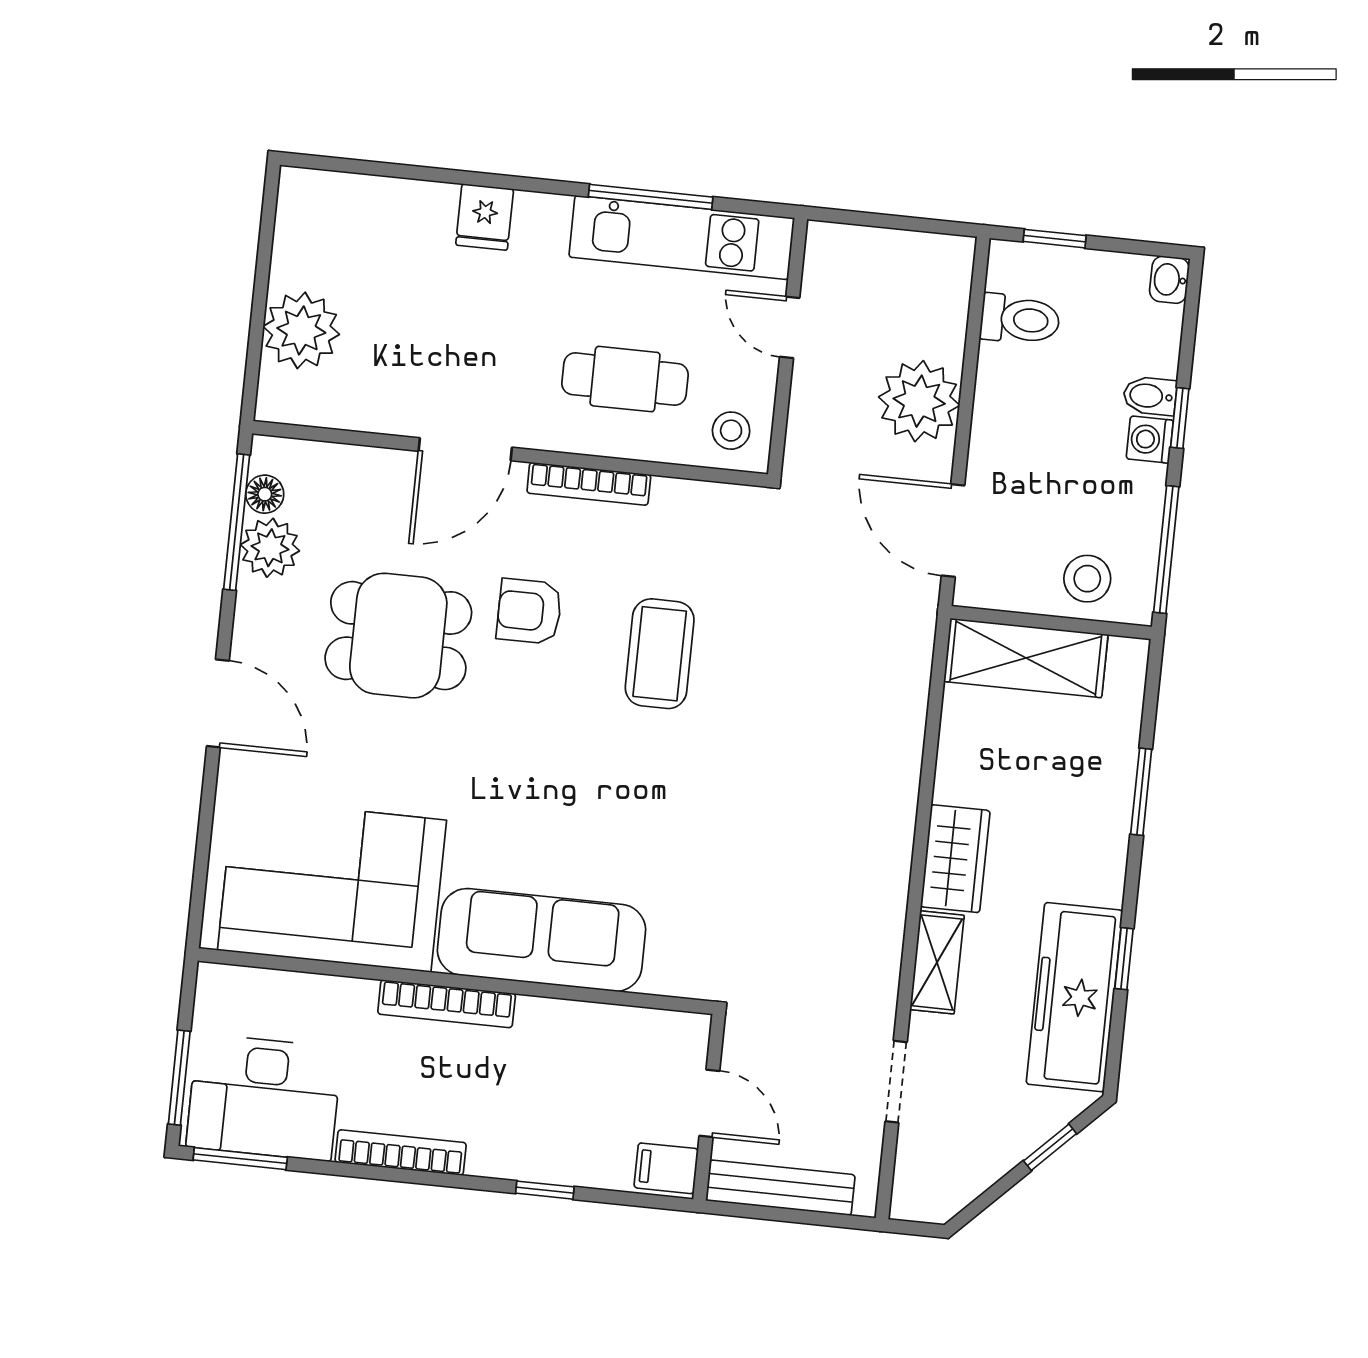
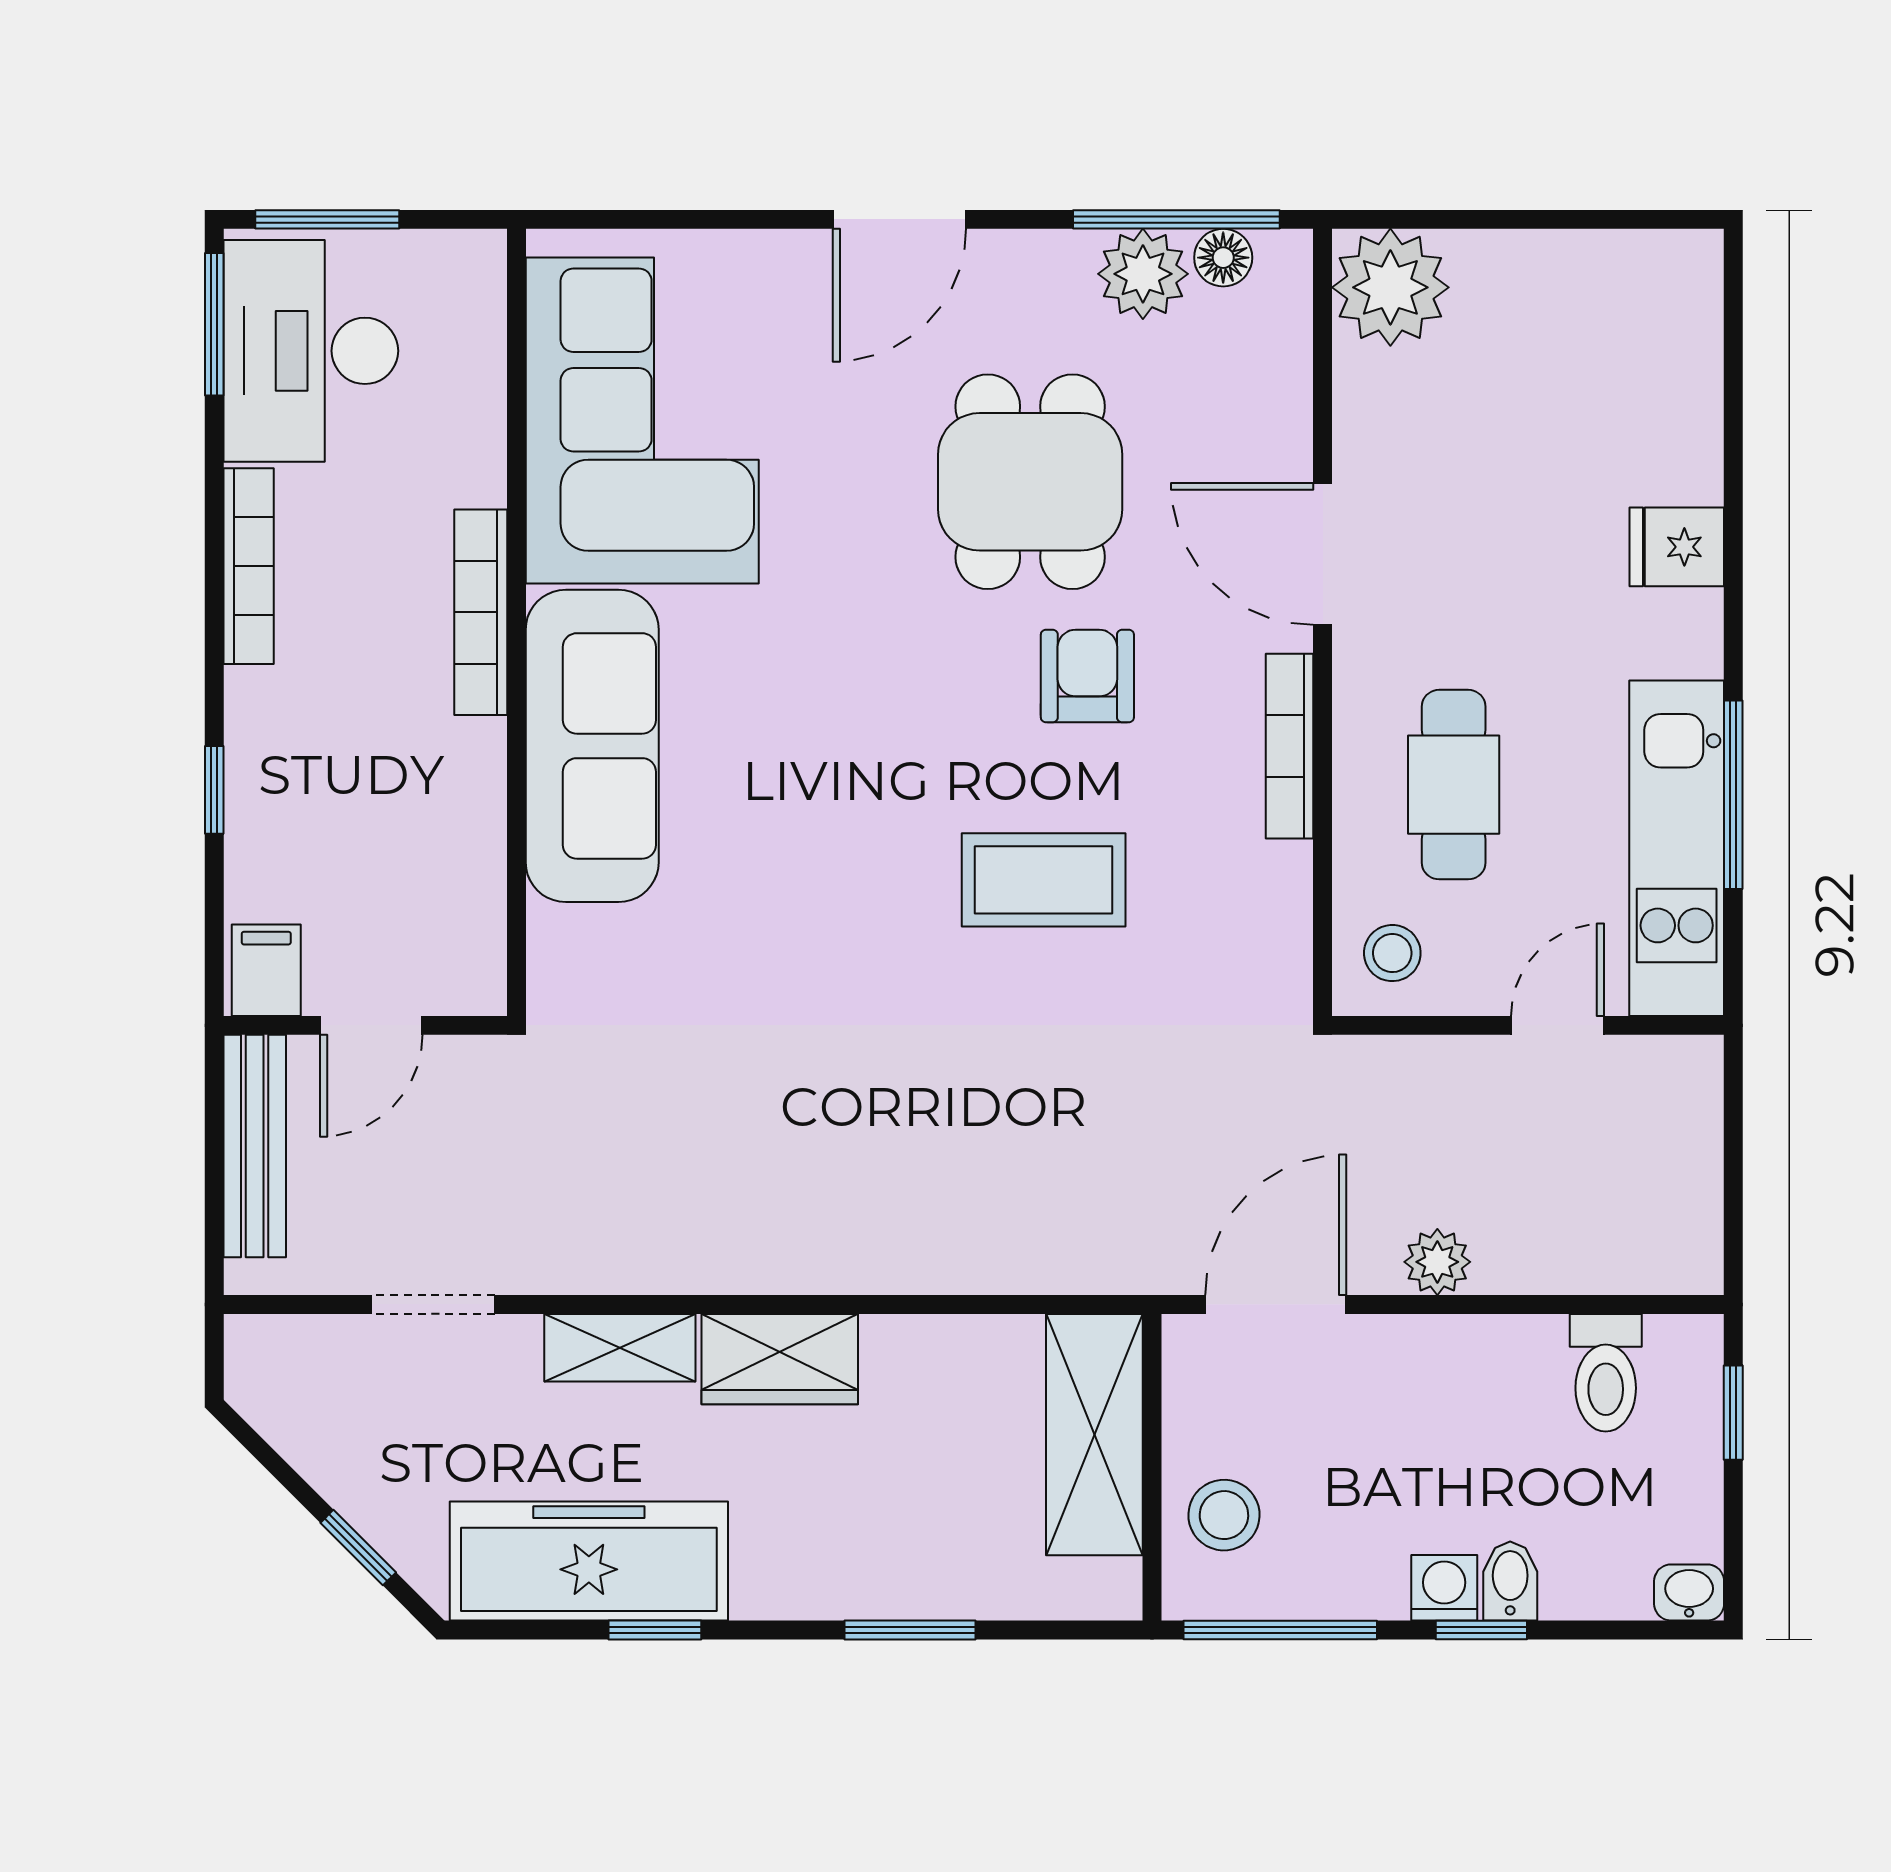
plant: (301, 330) -> (1390, 287), moved
plant: (919, 401) -> (1437, 1262), width x0.53, depth x0.53

